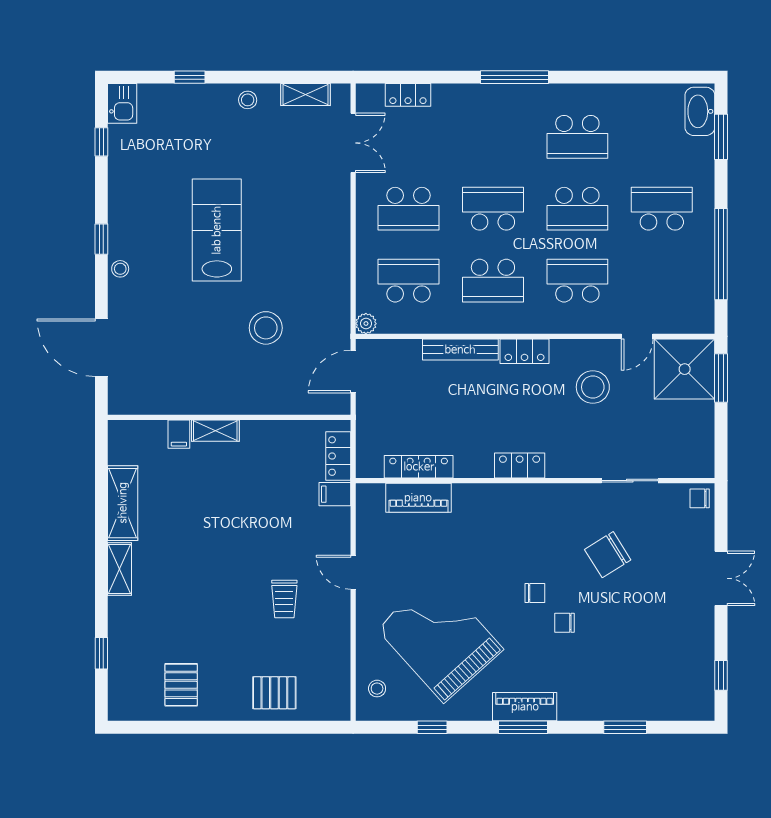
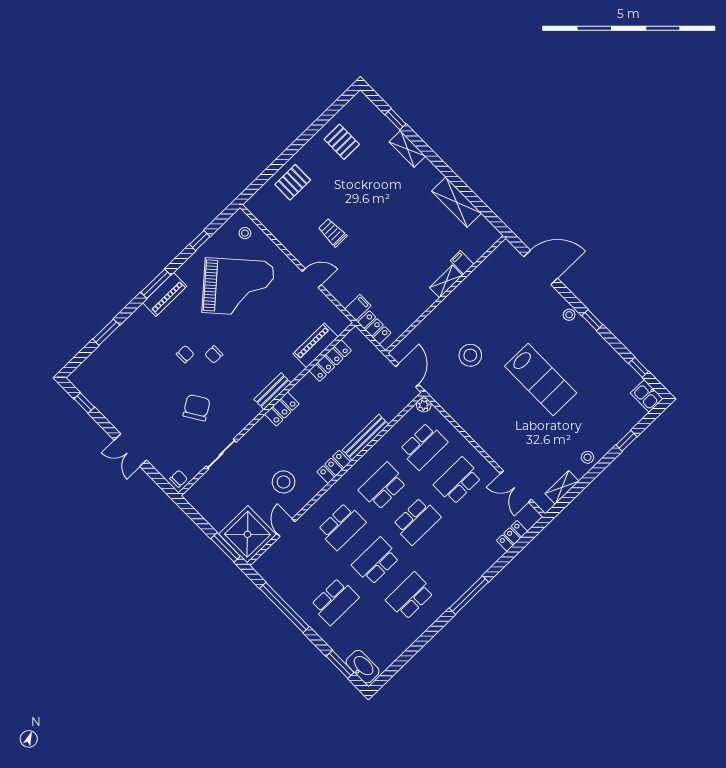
bench: (511, 494) -> (273, 391), added
shelving: (120, 569) -> (407, 149), moved

